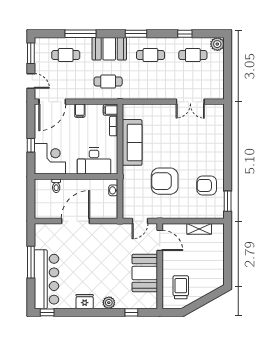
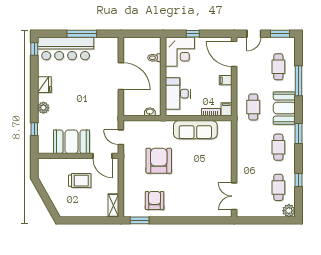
double door: (190, 102) -> (234, 196), moved
shelving: (199, 229) -> (113, 205), moved
door: (160, 240) -> (102, 156), hinge flipped
trolley: (181, 287) -> (80, 181), moved

